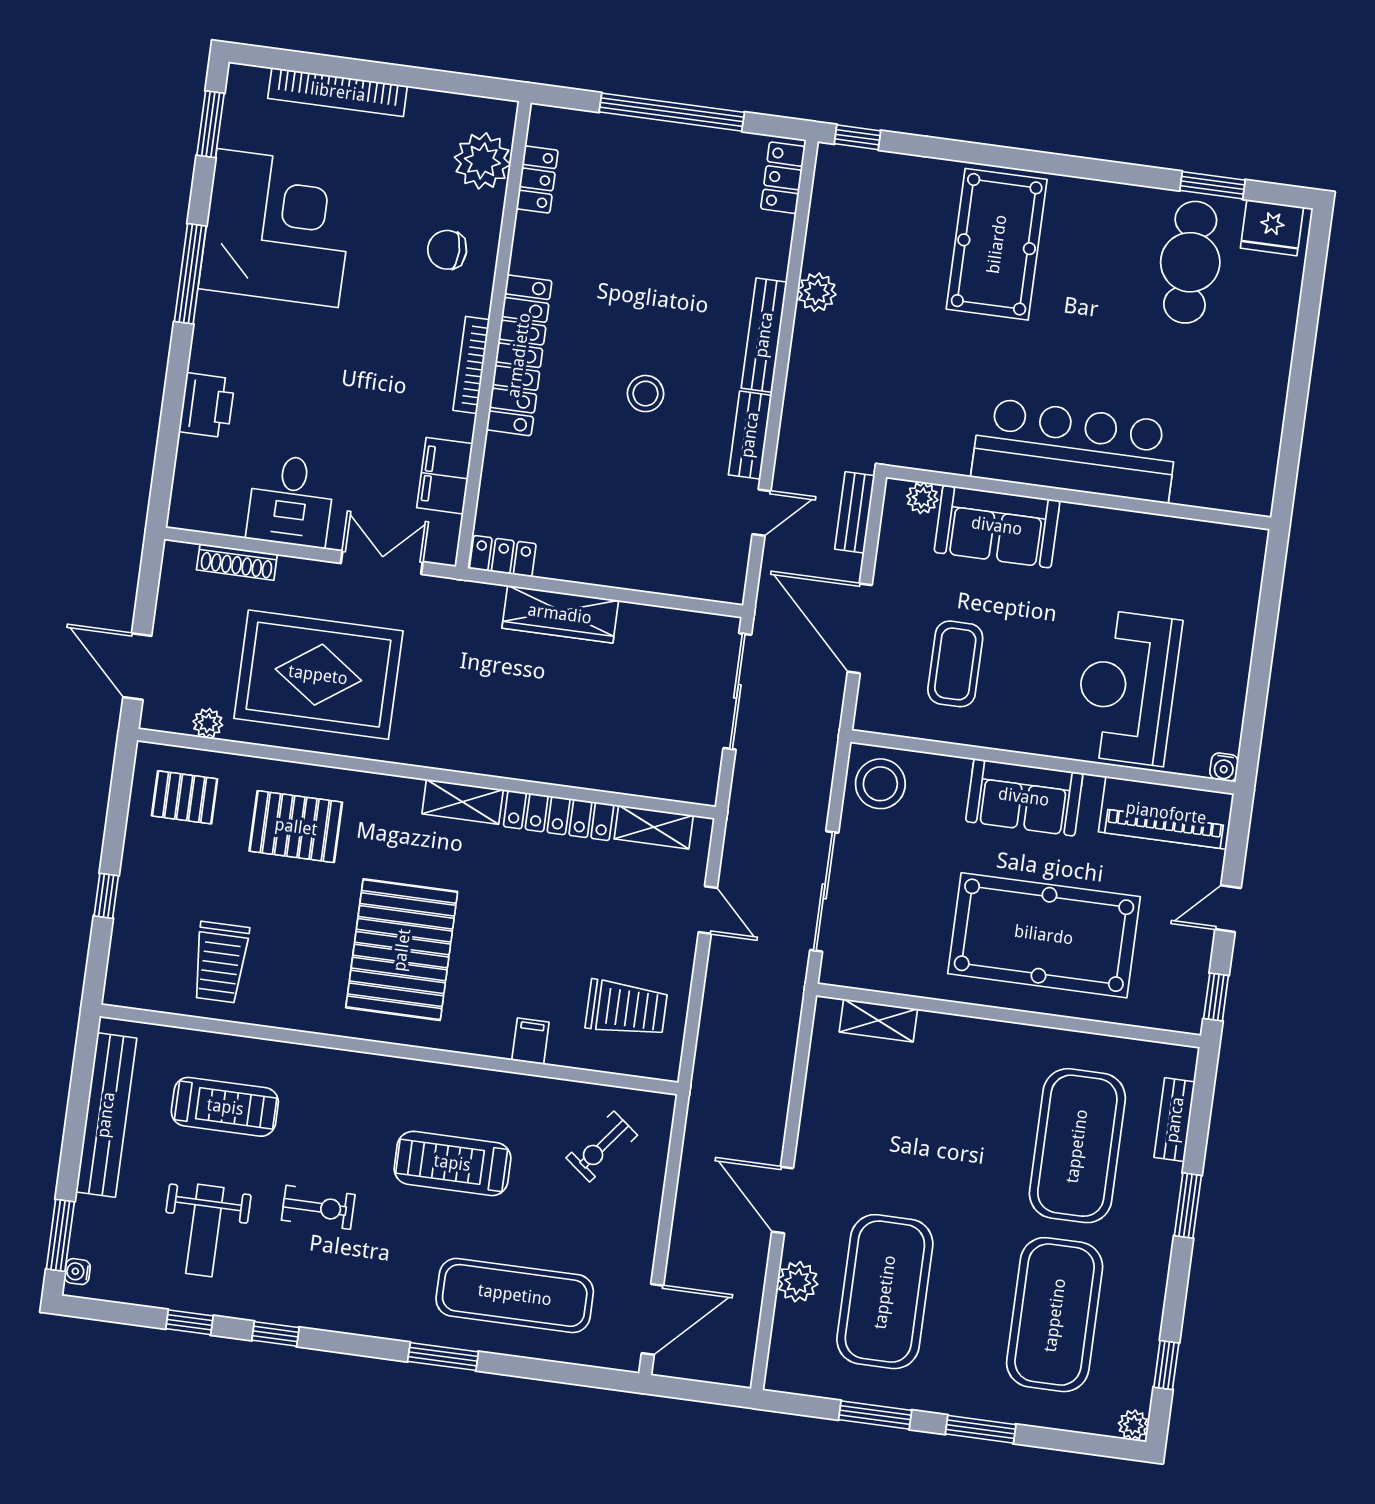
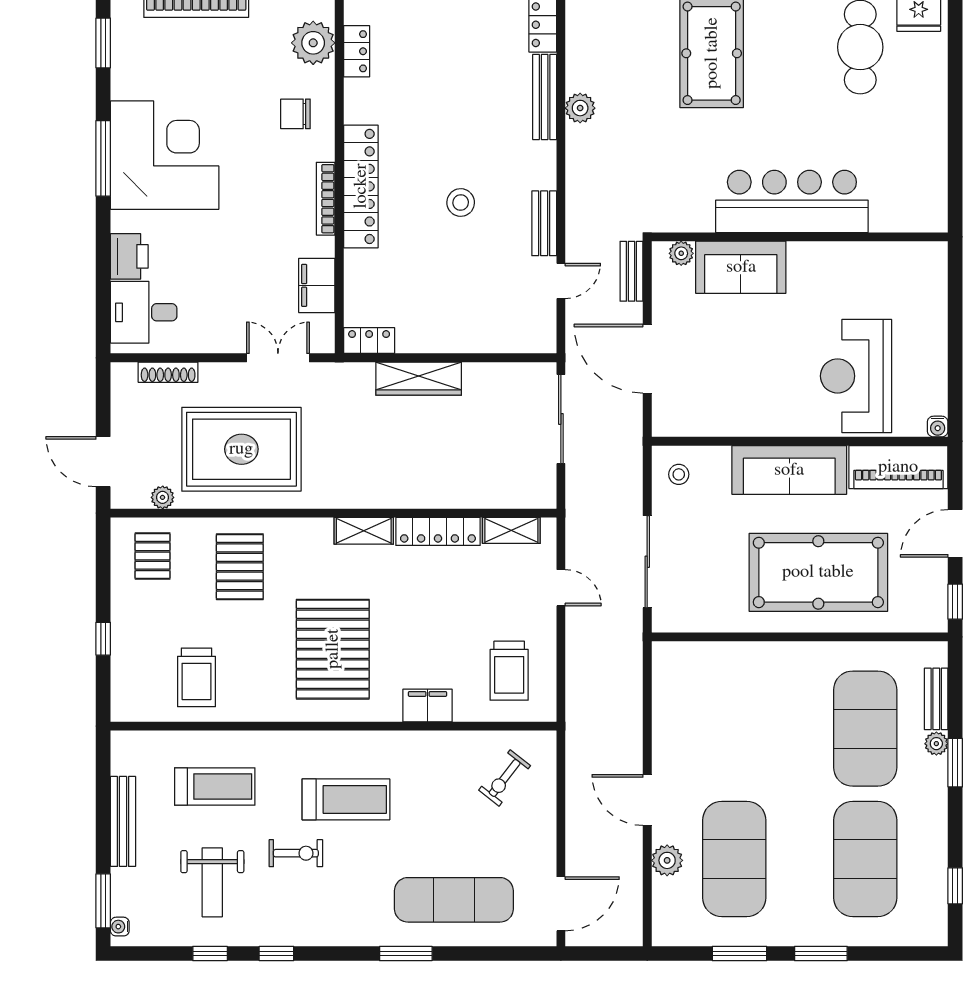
corner desk: (277, 228) -> (165, 155), moved
bench: (764, 335) -> (545, 97), moved
desk: (291, 501) -> (144, 312), moved, turned 90
coffee table: (955, 664) -> (723, 376), removed
stool: (880, 784) -> (679, 474), width x0.53, depth x0.53
pallet: (185, 797) -> (153, 556), turned 90
sofa: (1024, 797) -> (789, 470), width x1.36
pallet: (296, 827) -> (240, 567), turned 90
door: (1228, 909) -> (955, 533), width x1.38
trolley: (626, 1008) -> (509, 671), turned 90
shelving: (878, 1020) -> (701, 654), removed
filing cabinet: (530, 1041) -> (428, 705), width x2.00
bench: (106, 1115) -> (123, 821), width x0.73, depth x0.82
treadmill: (452, 1163) -> (346, 799), moved, turned 180
plant: (1133, 1425) -> (936, 744), moved

